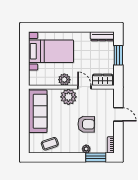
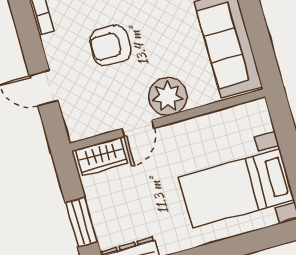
plant: (64, 80) -> (188, 133), removed
door: (84, 87) -> (138, 128), hinge flipped

